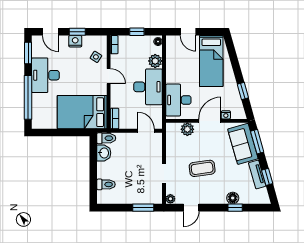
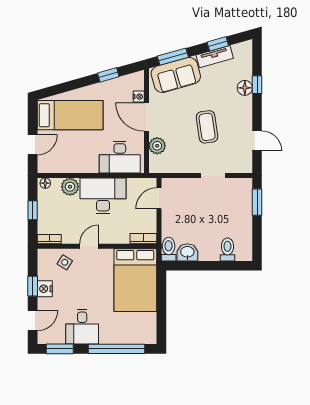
desk: (45, 75) -> (82, 327), width x0.73
plant: (170, 199) -> (246, 167), removed

